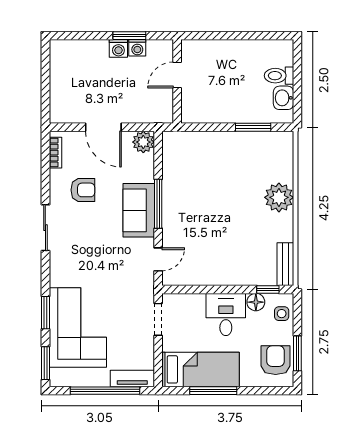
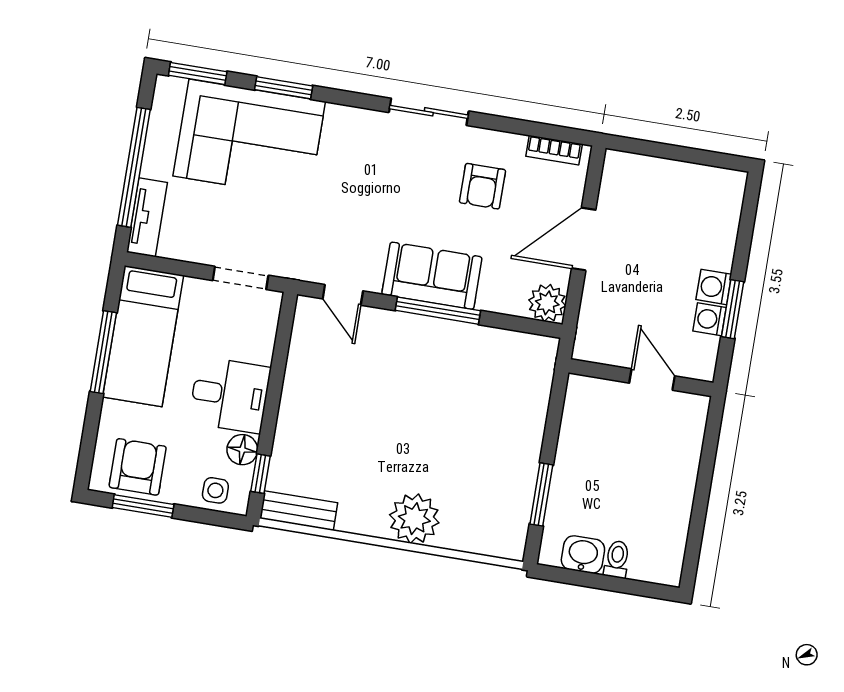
toilet: (279, 76) -> (617, 559), width x0.73, depth x0.72
armchair: (276, 360) -> (138, 467), turned -90

